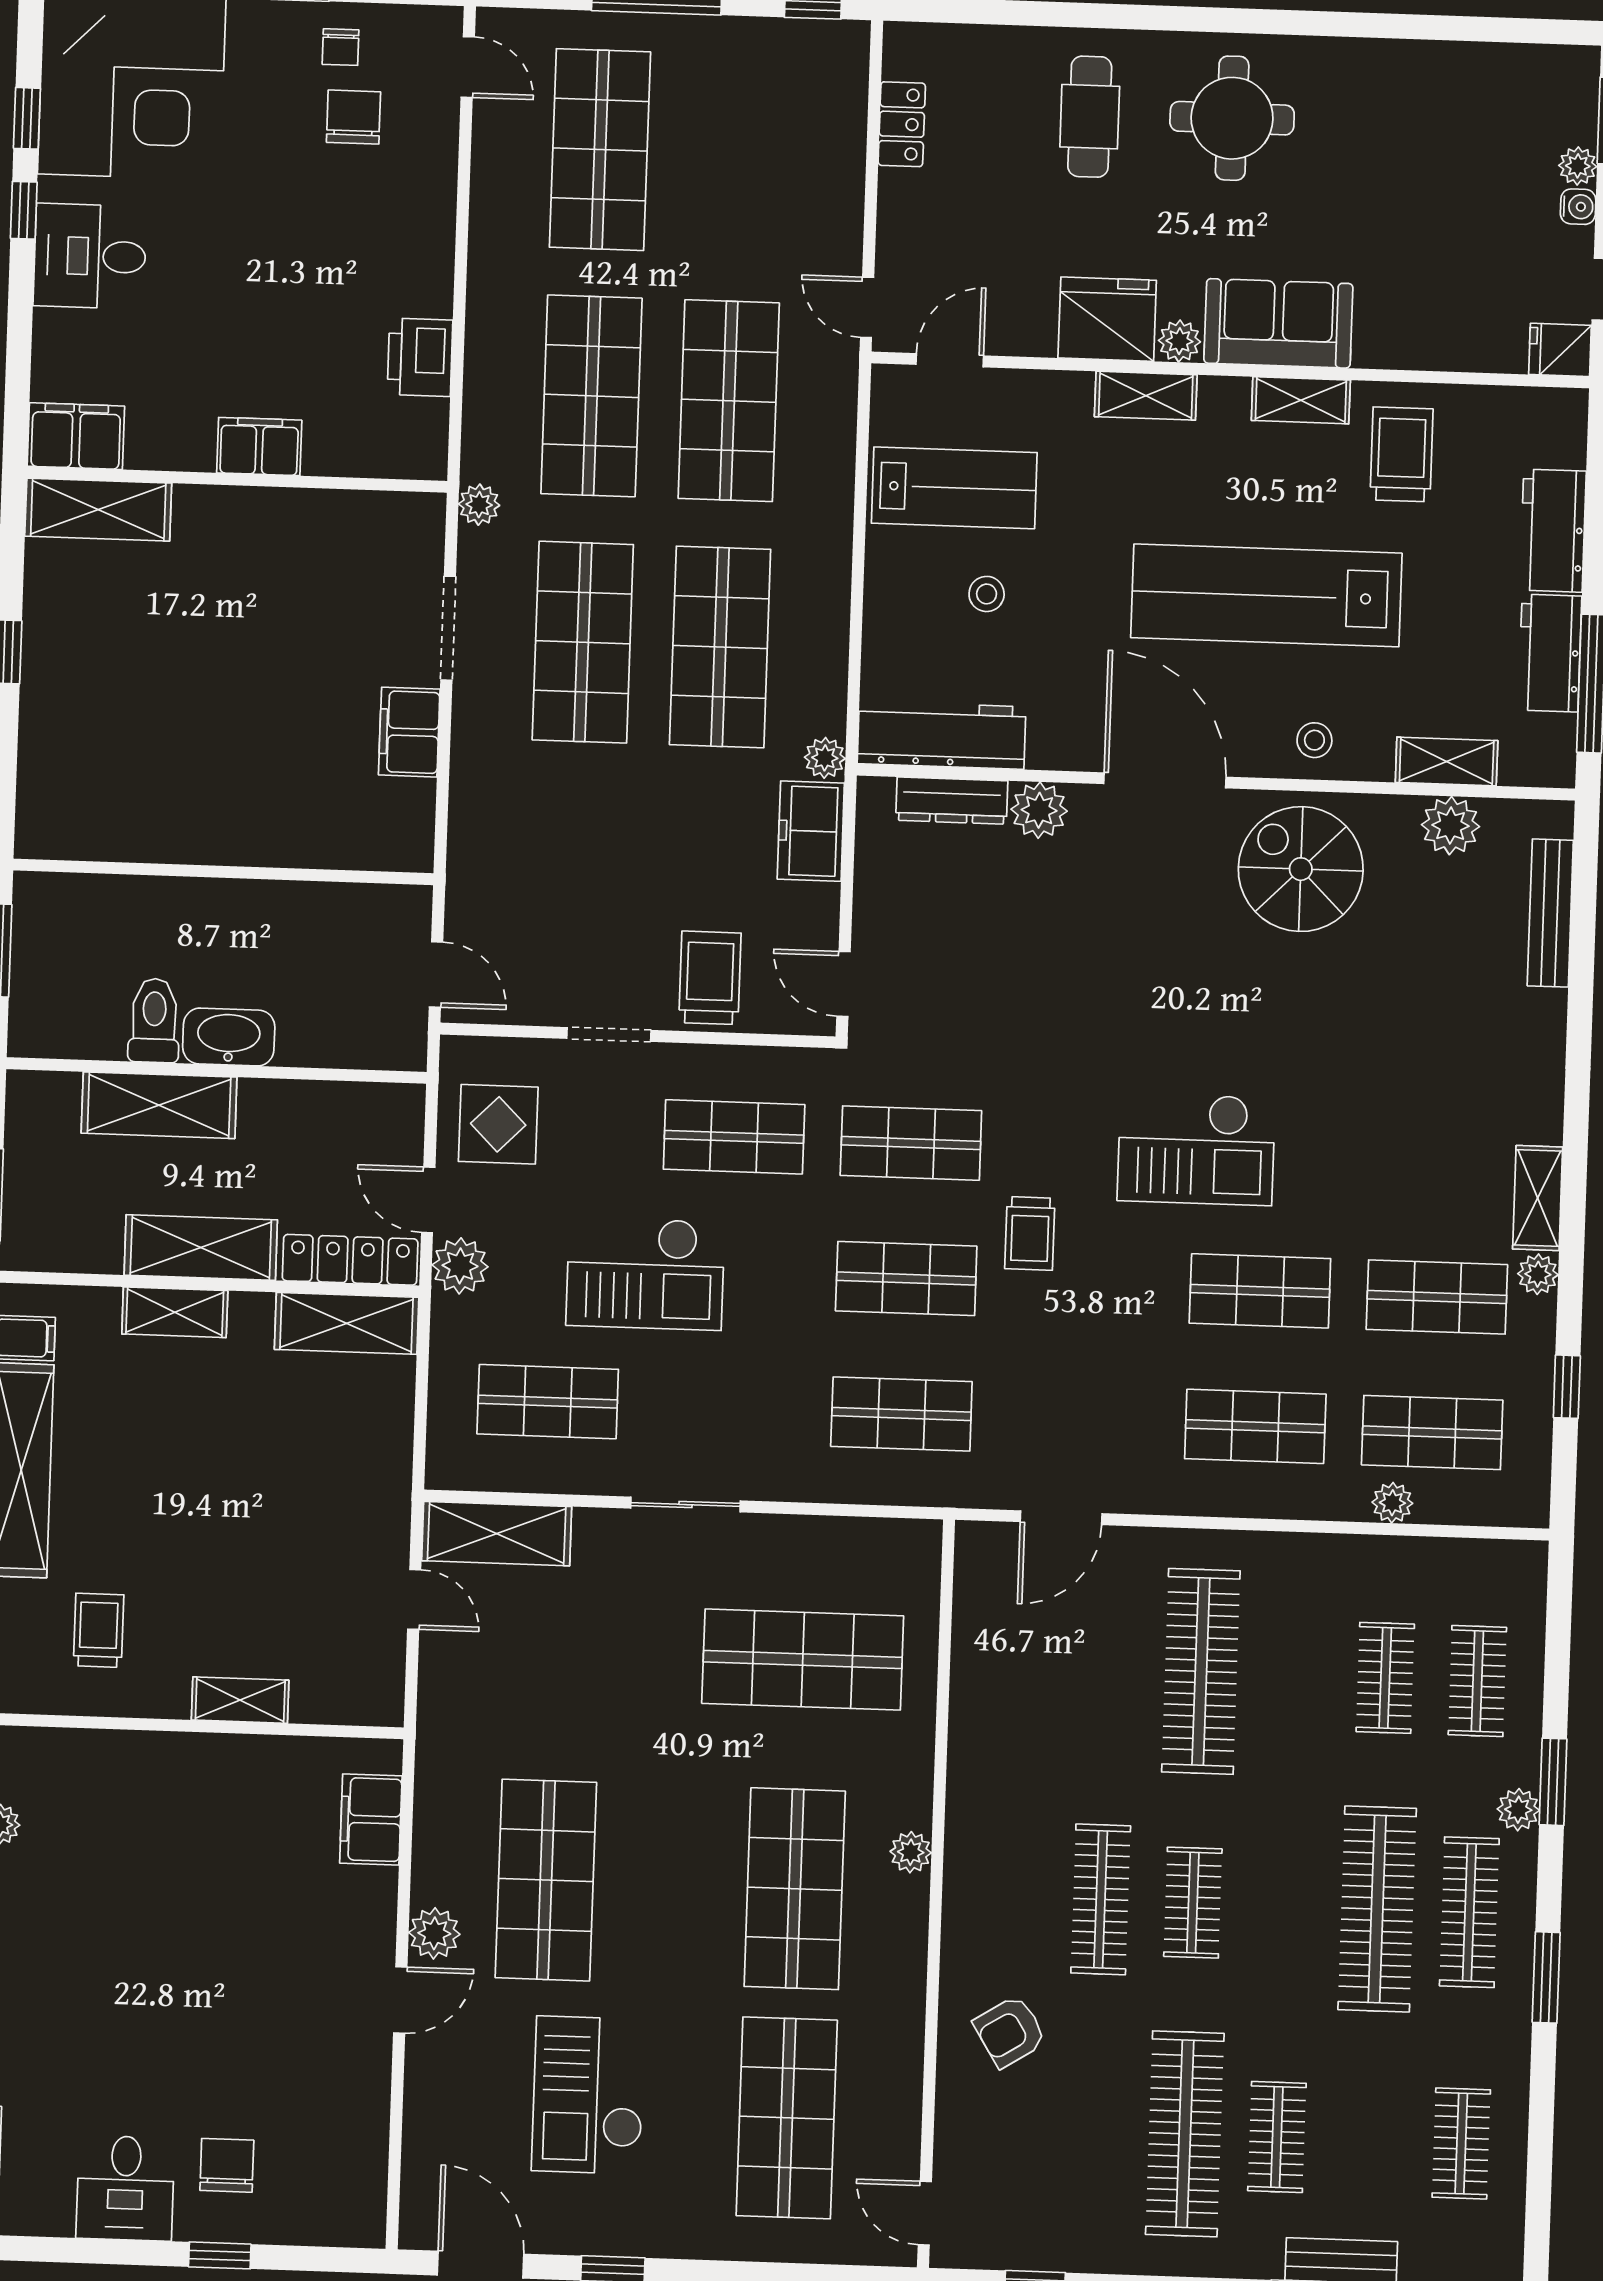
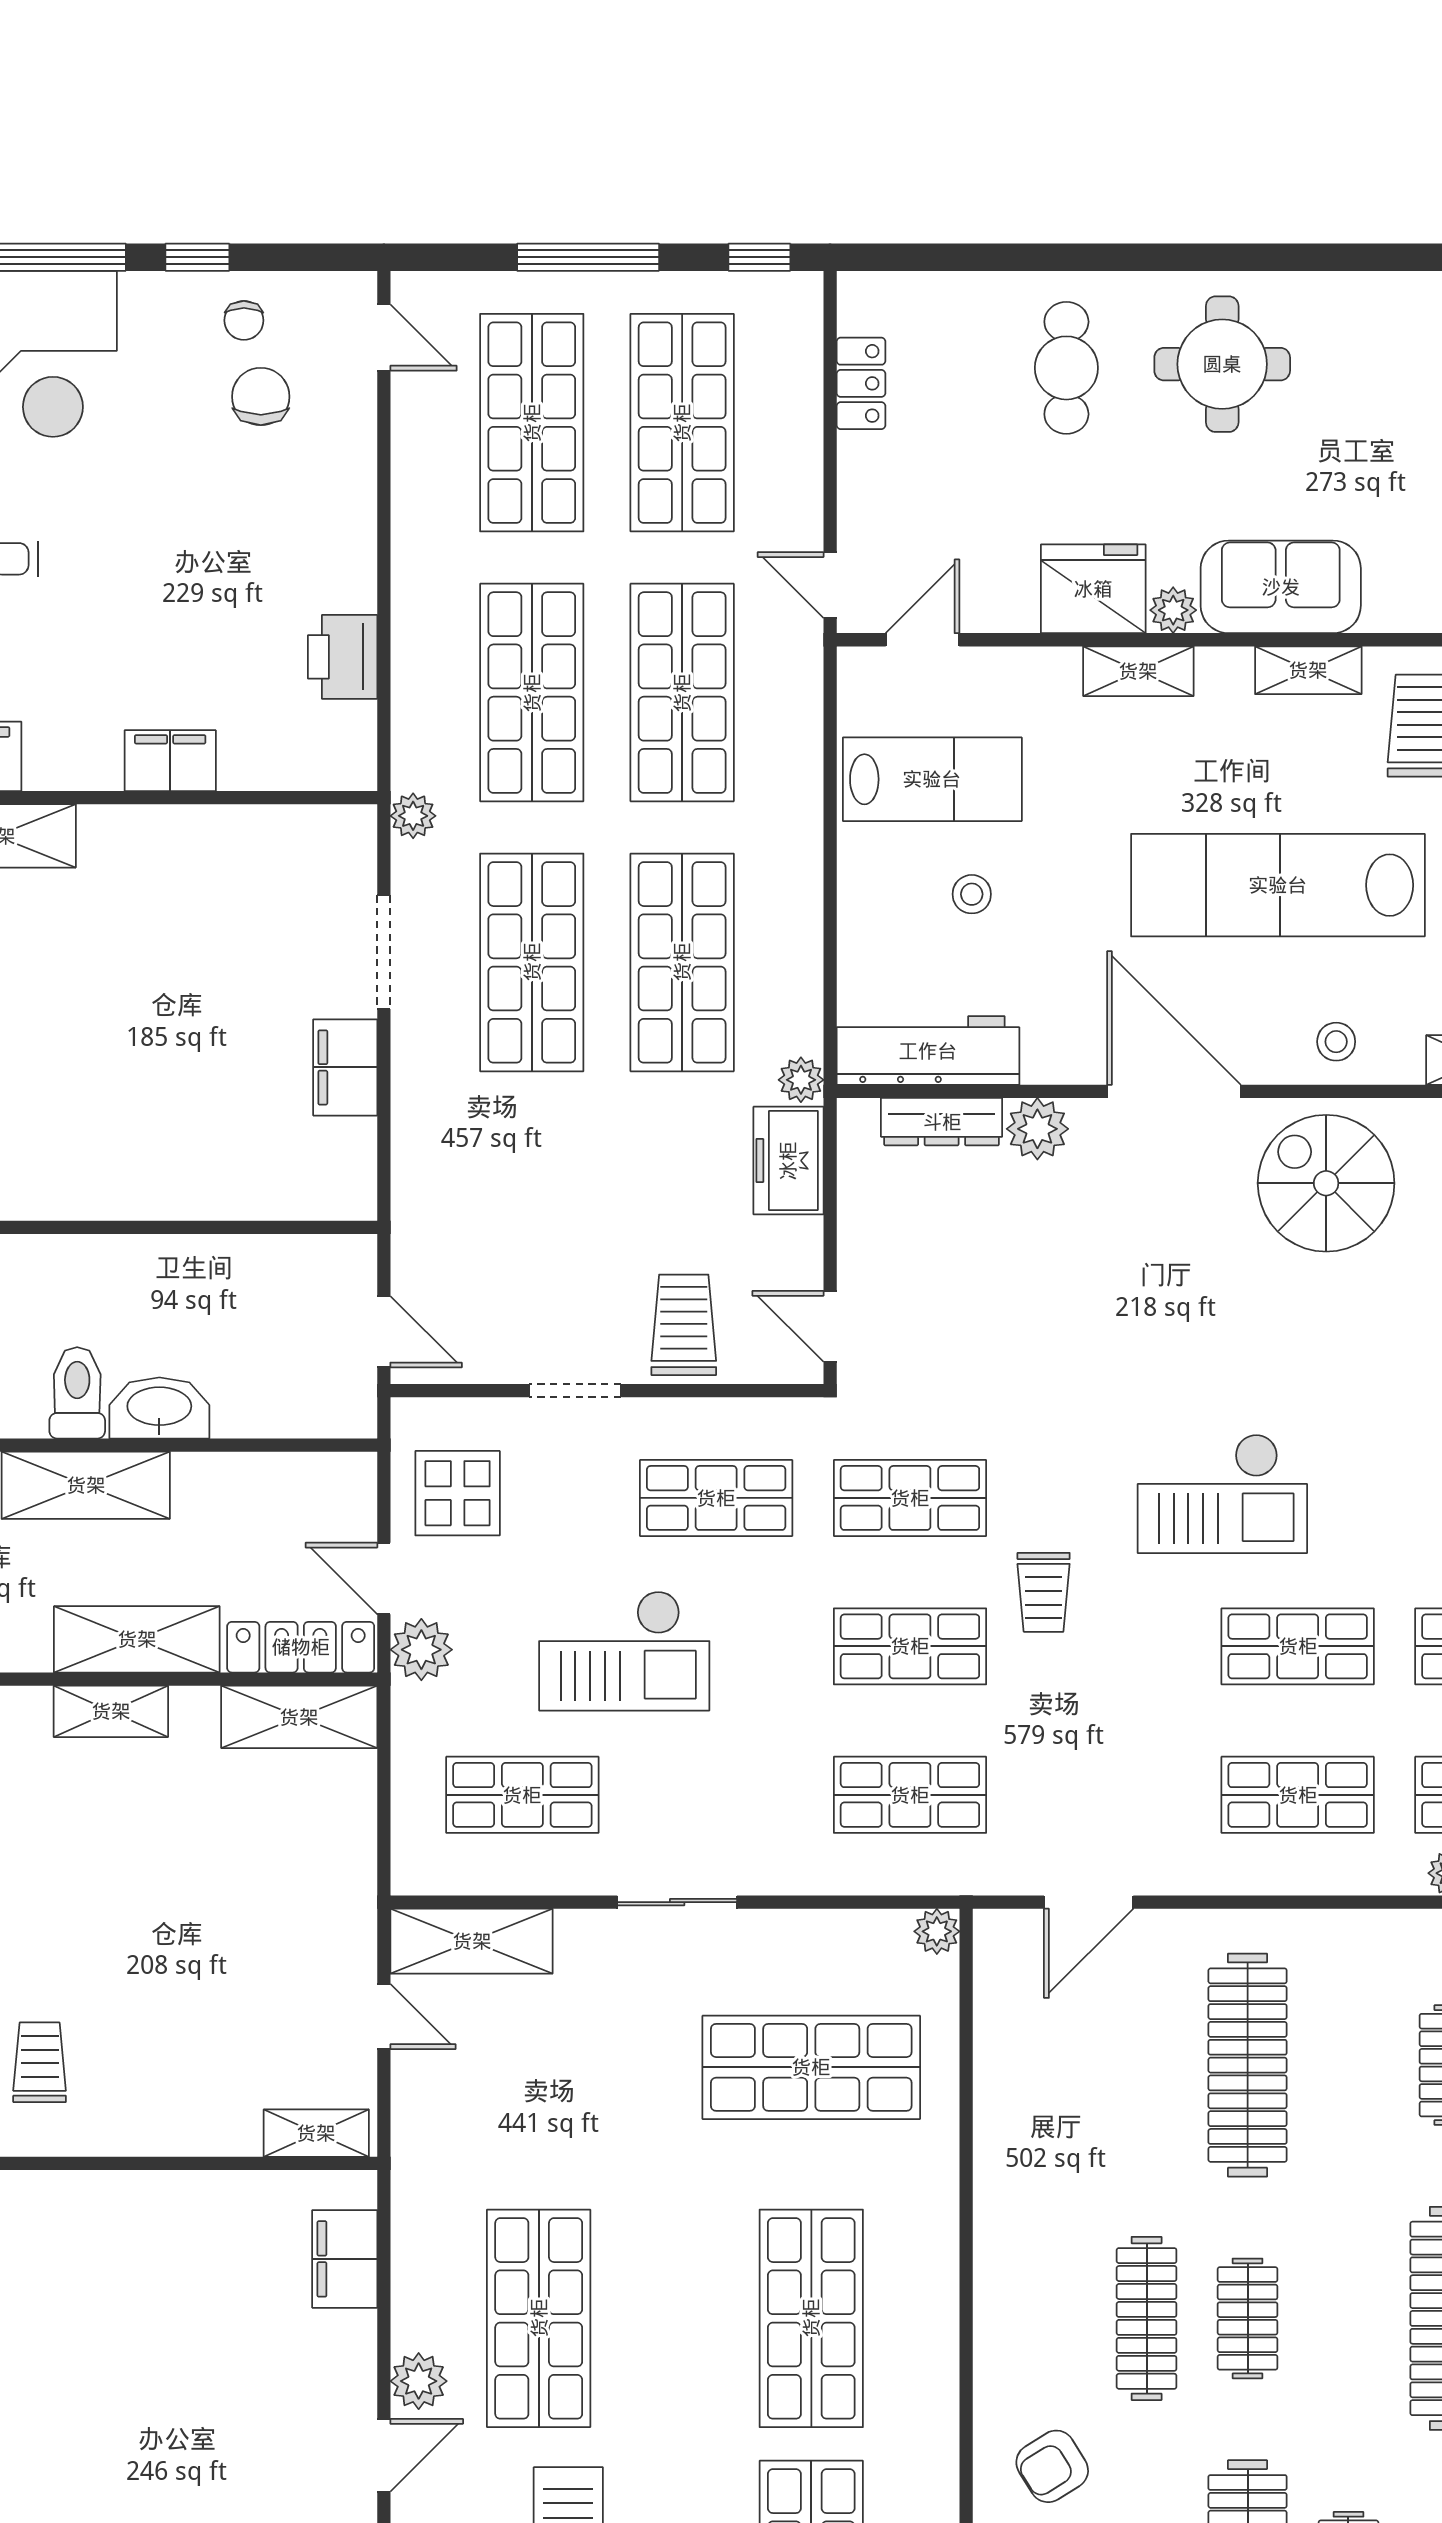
shop shelf: (737, 154) -> (682, 423), added
shelving: (240, 1700) -> (316, 2133), moved
plant: (911, 1852) -> (937, 1931), moved

